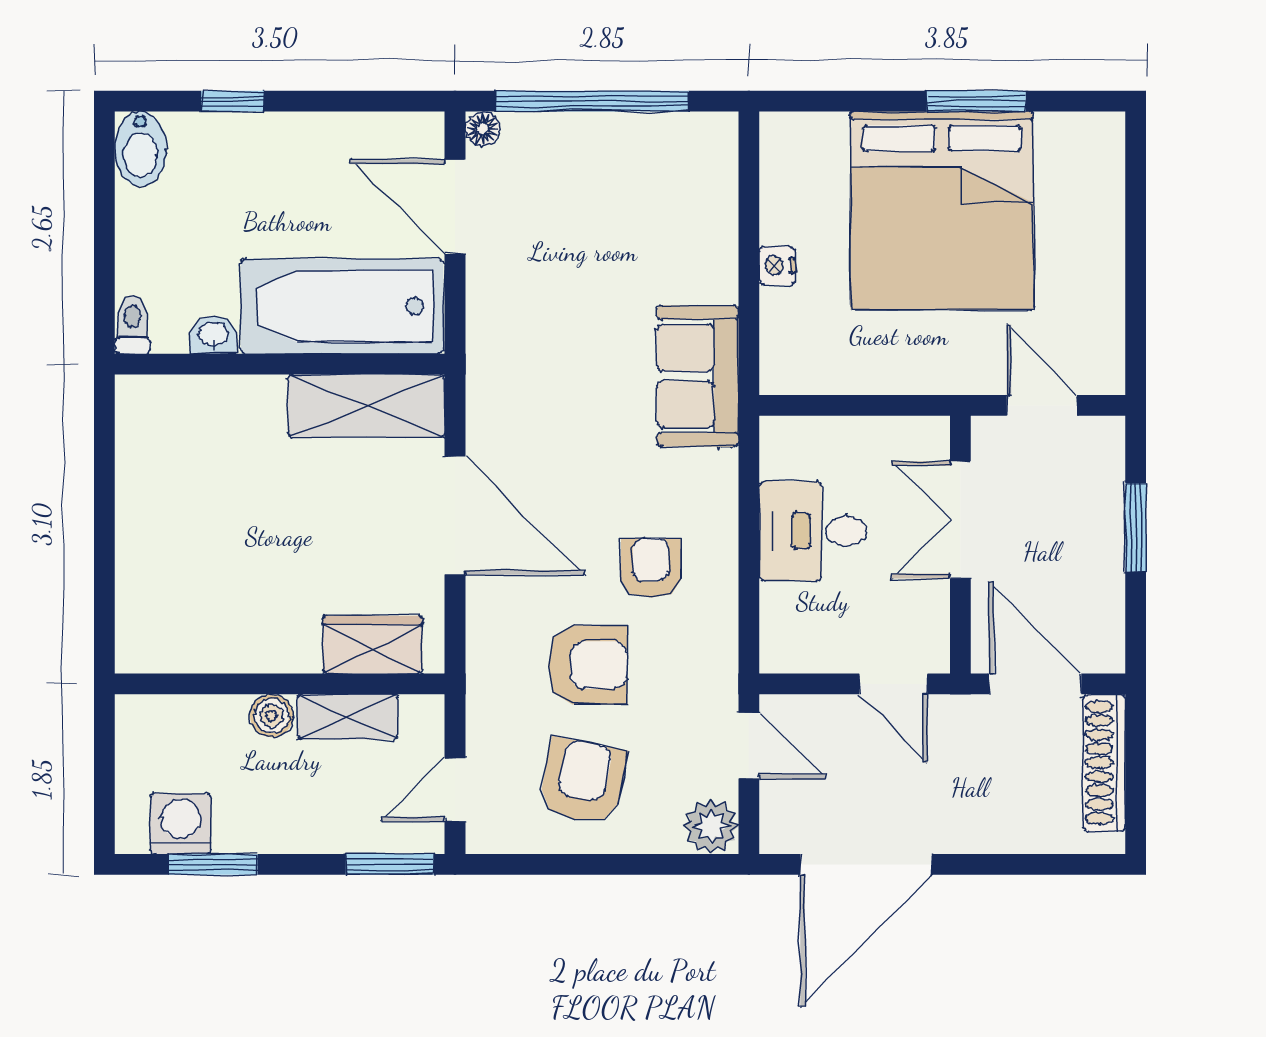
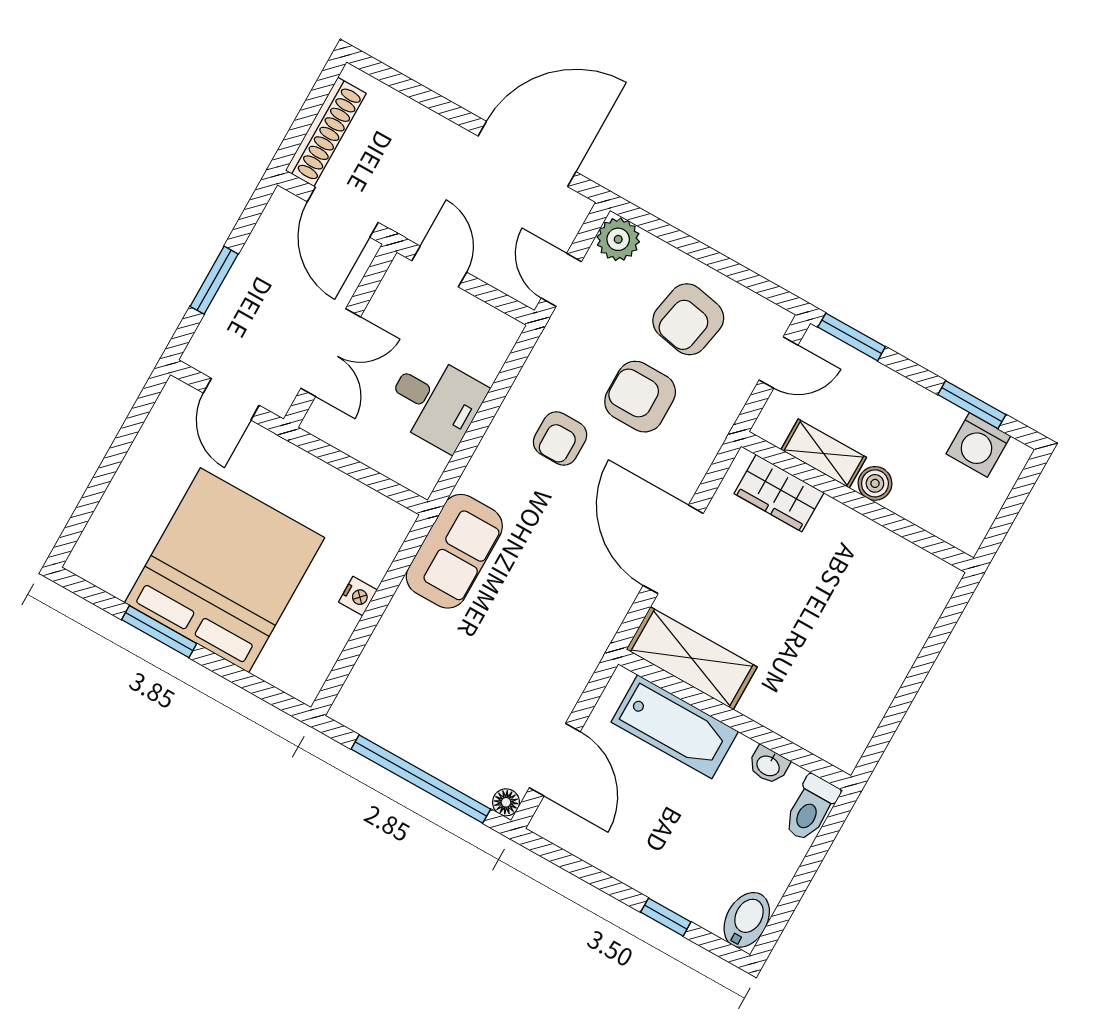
bathtub: (342, 306) -> (675, 727), width x0.73, depth x0.73
toilet: (133, 325) -> (811, 808), width x1.37, depth x1.39

